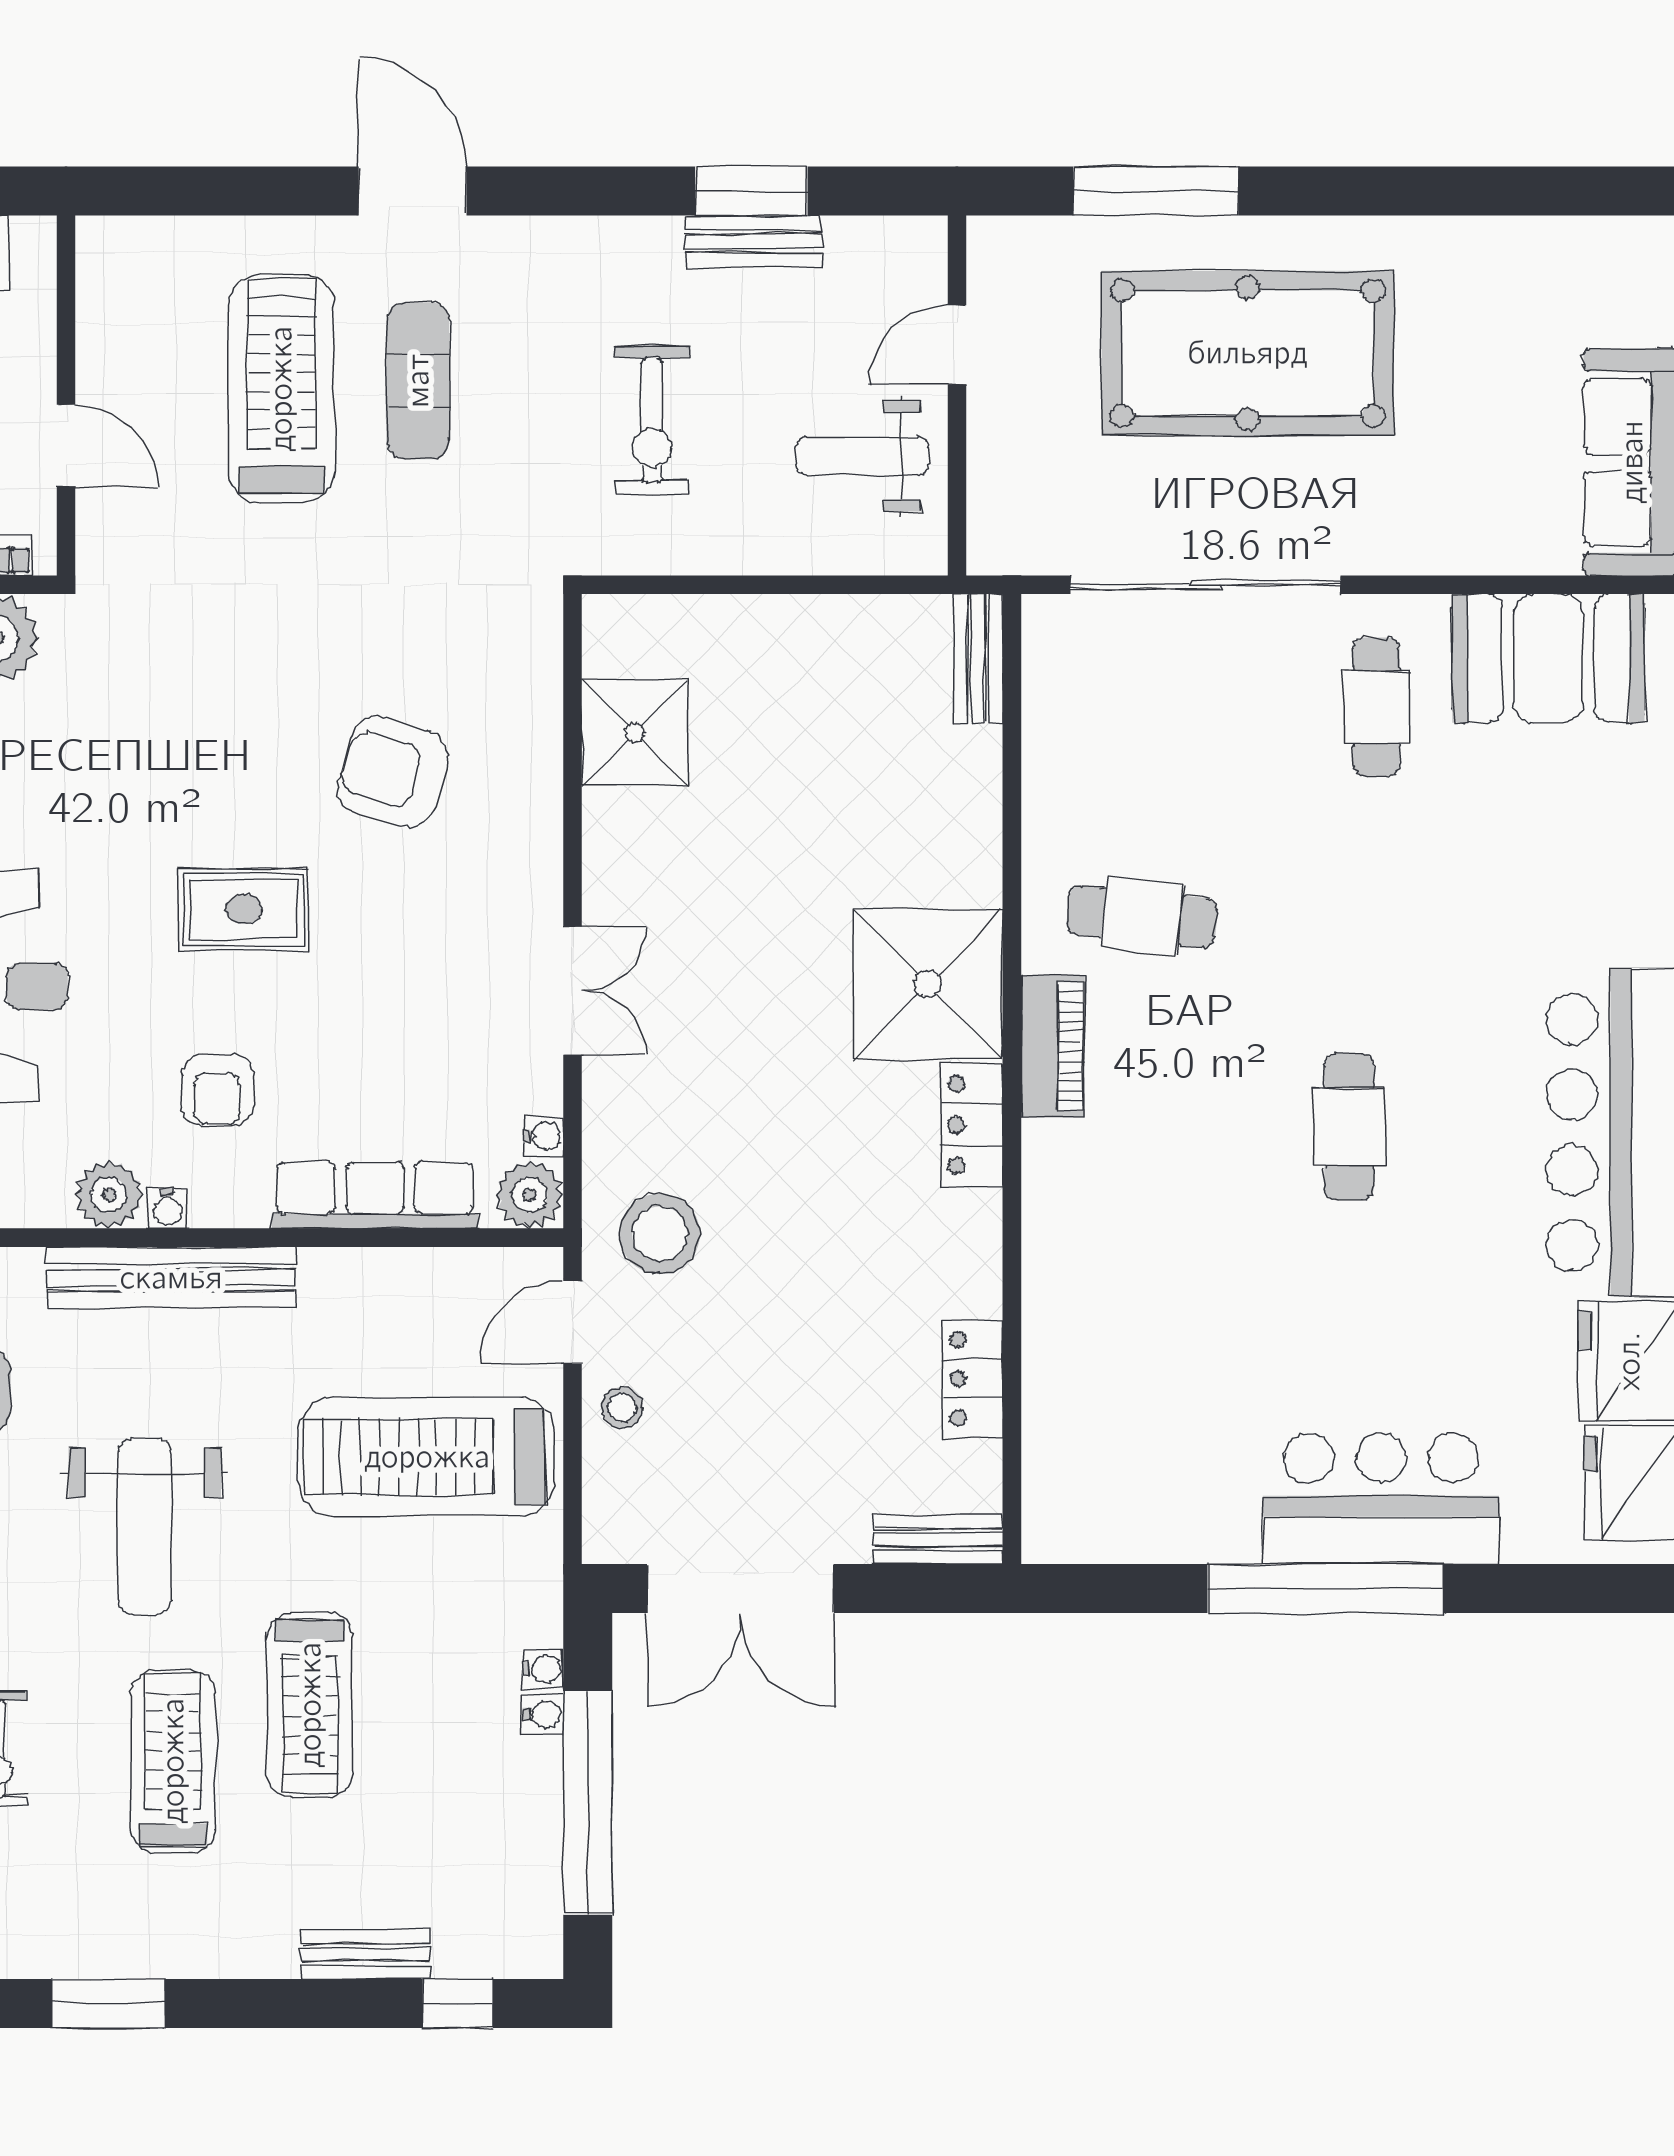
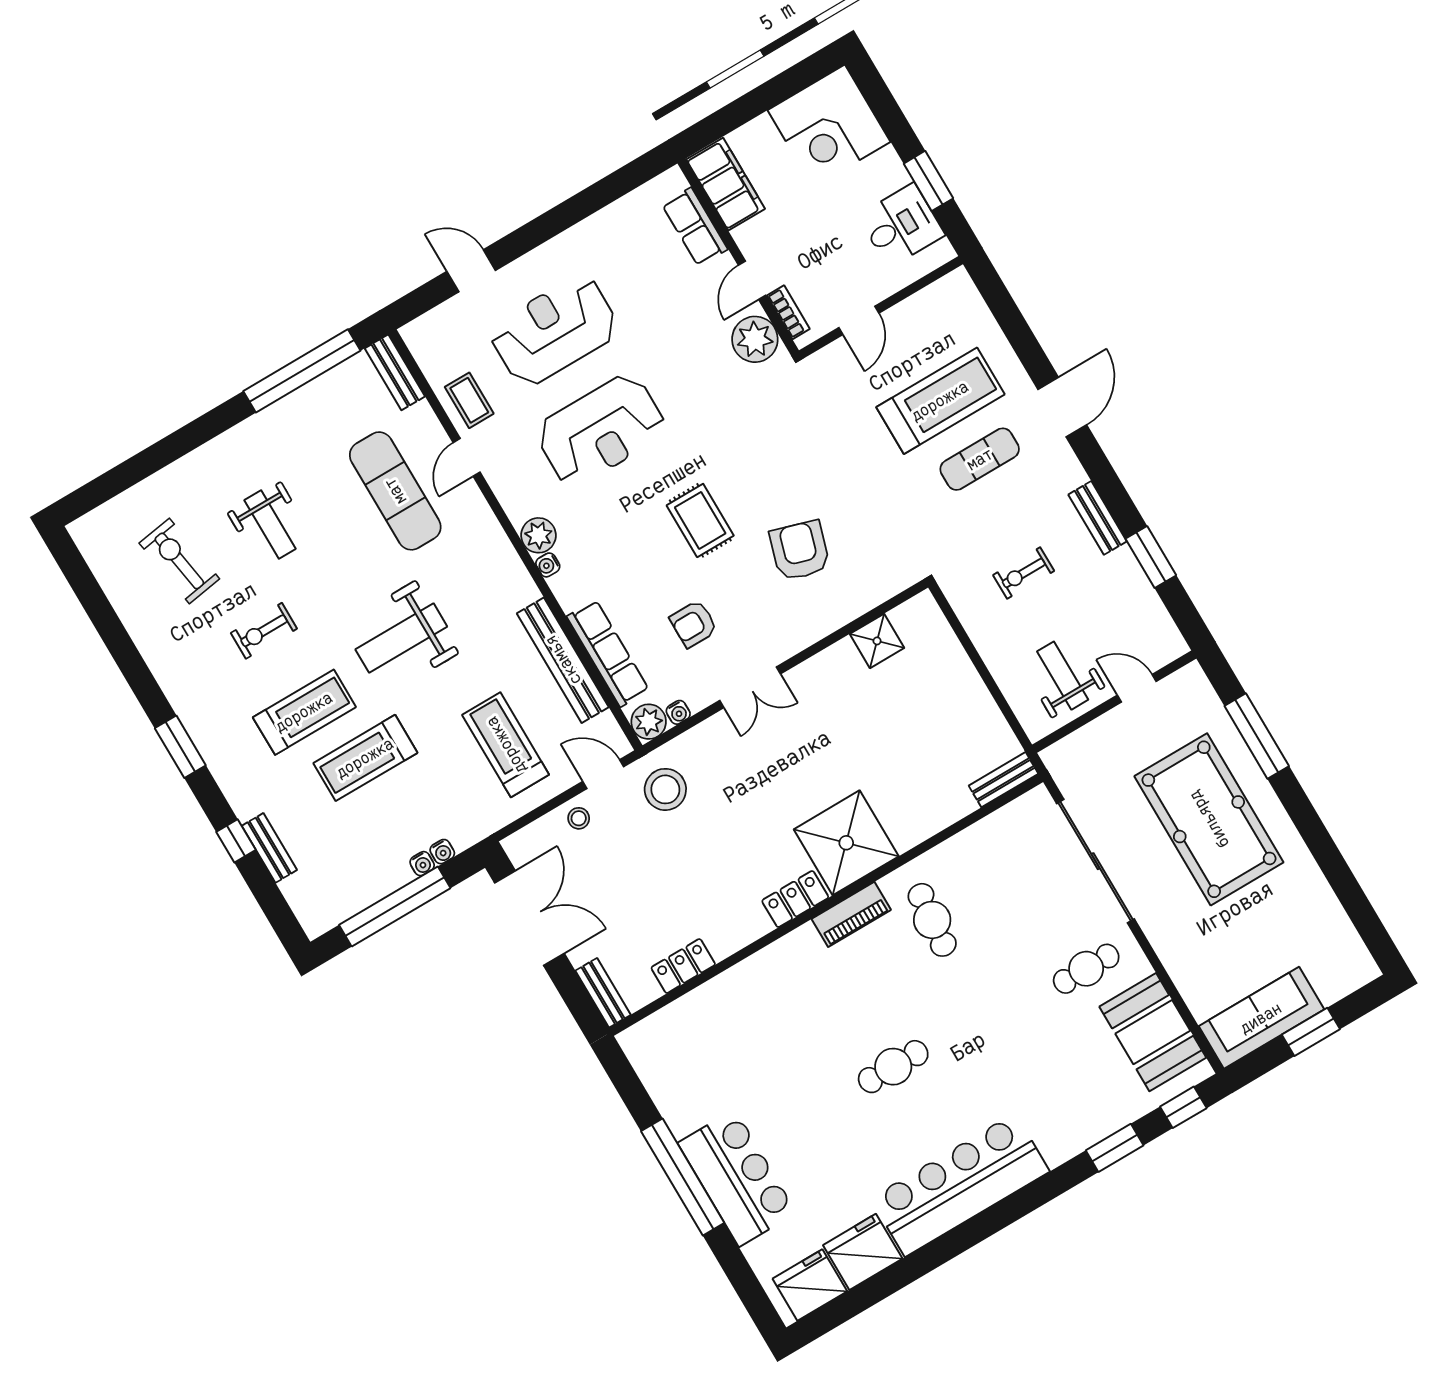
bench: (753, 242) -> (1098, 518), moved
exercise bike: (652, 420) -> (1024, 573), width x0.73, depth x0.72
shower: (635, 733) -> (877, 641), width x0.73, depth x0.73
armchair: (217, 1090) -> (694, 624), moved
bench: (171, 1278) -> (563, 660), moved
treadmill: (427, 1457) -> (506, 745), width x0.73, depth x0.73
double door: (740, 1589) -> (530, 918), swing flipped
window: (458, 2003) -> (236, 841), moved

